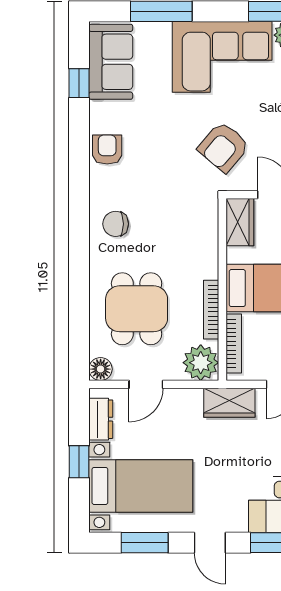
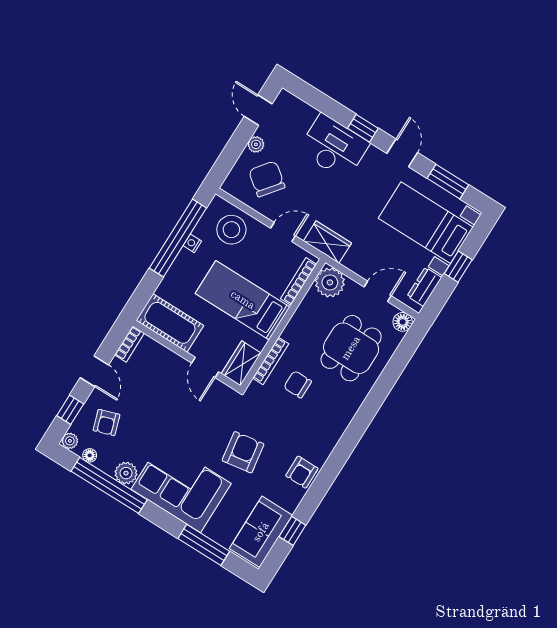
armchair: (224, 147) -> (243, 452), moved, turned -49
chair: (116, 224) -> (298, 384), moved, turned 180
bookcase: (211, 310) -> (271, 361), moved

